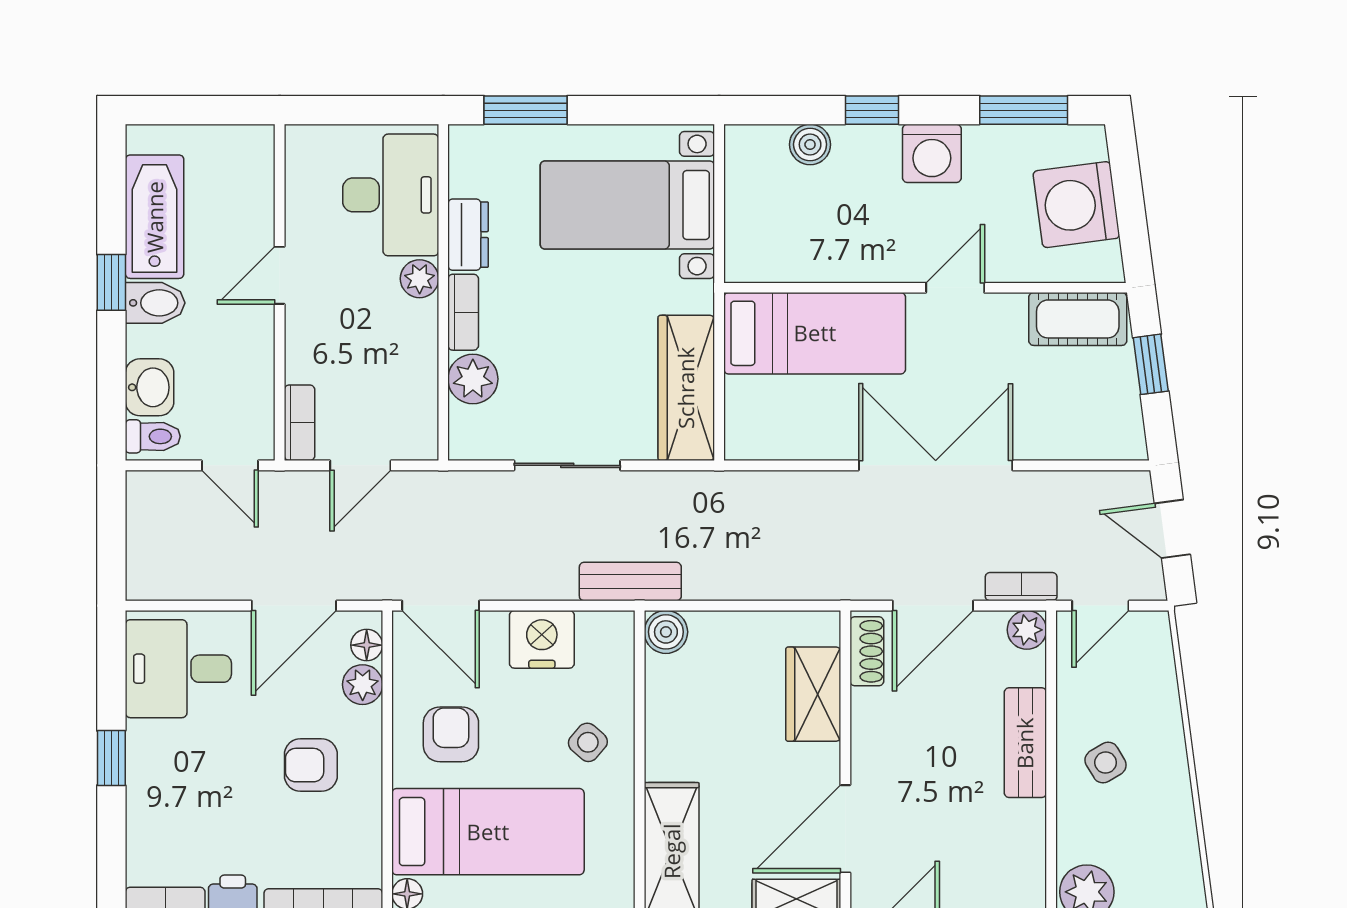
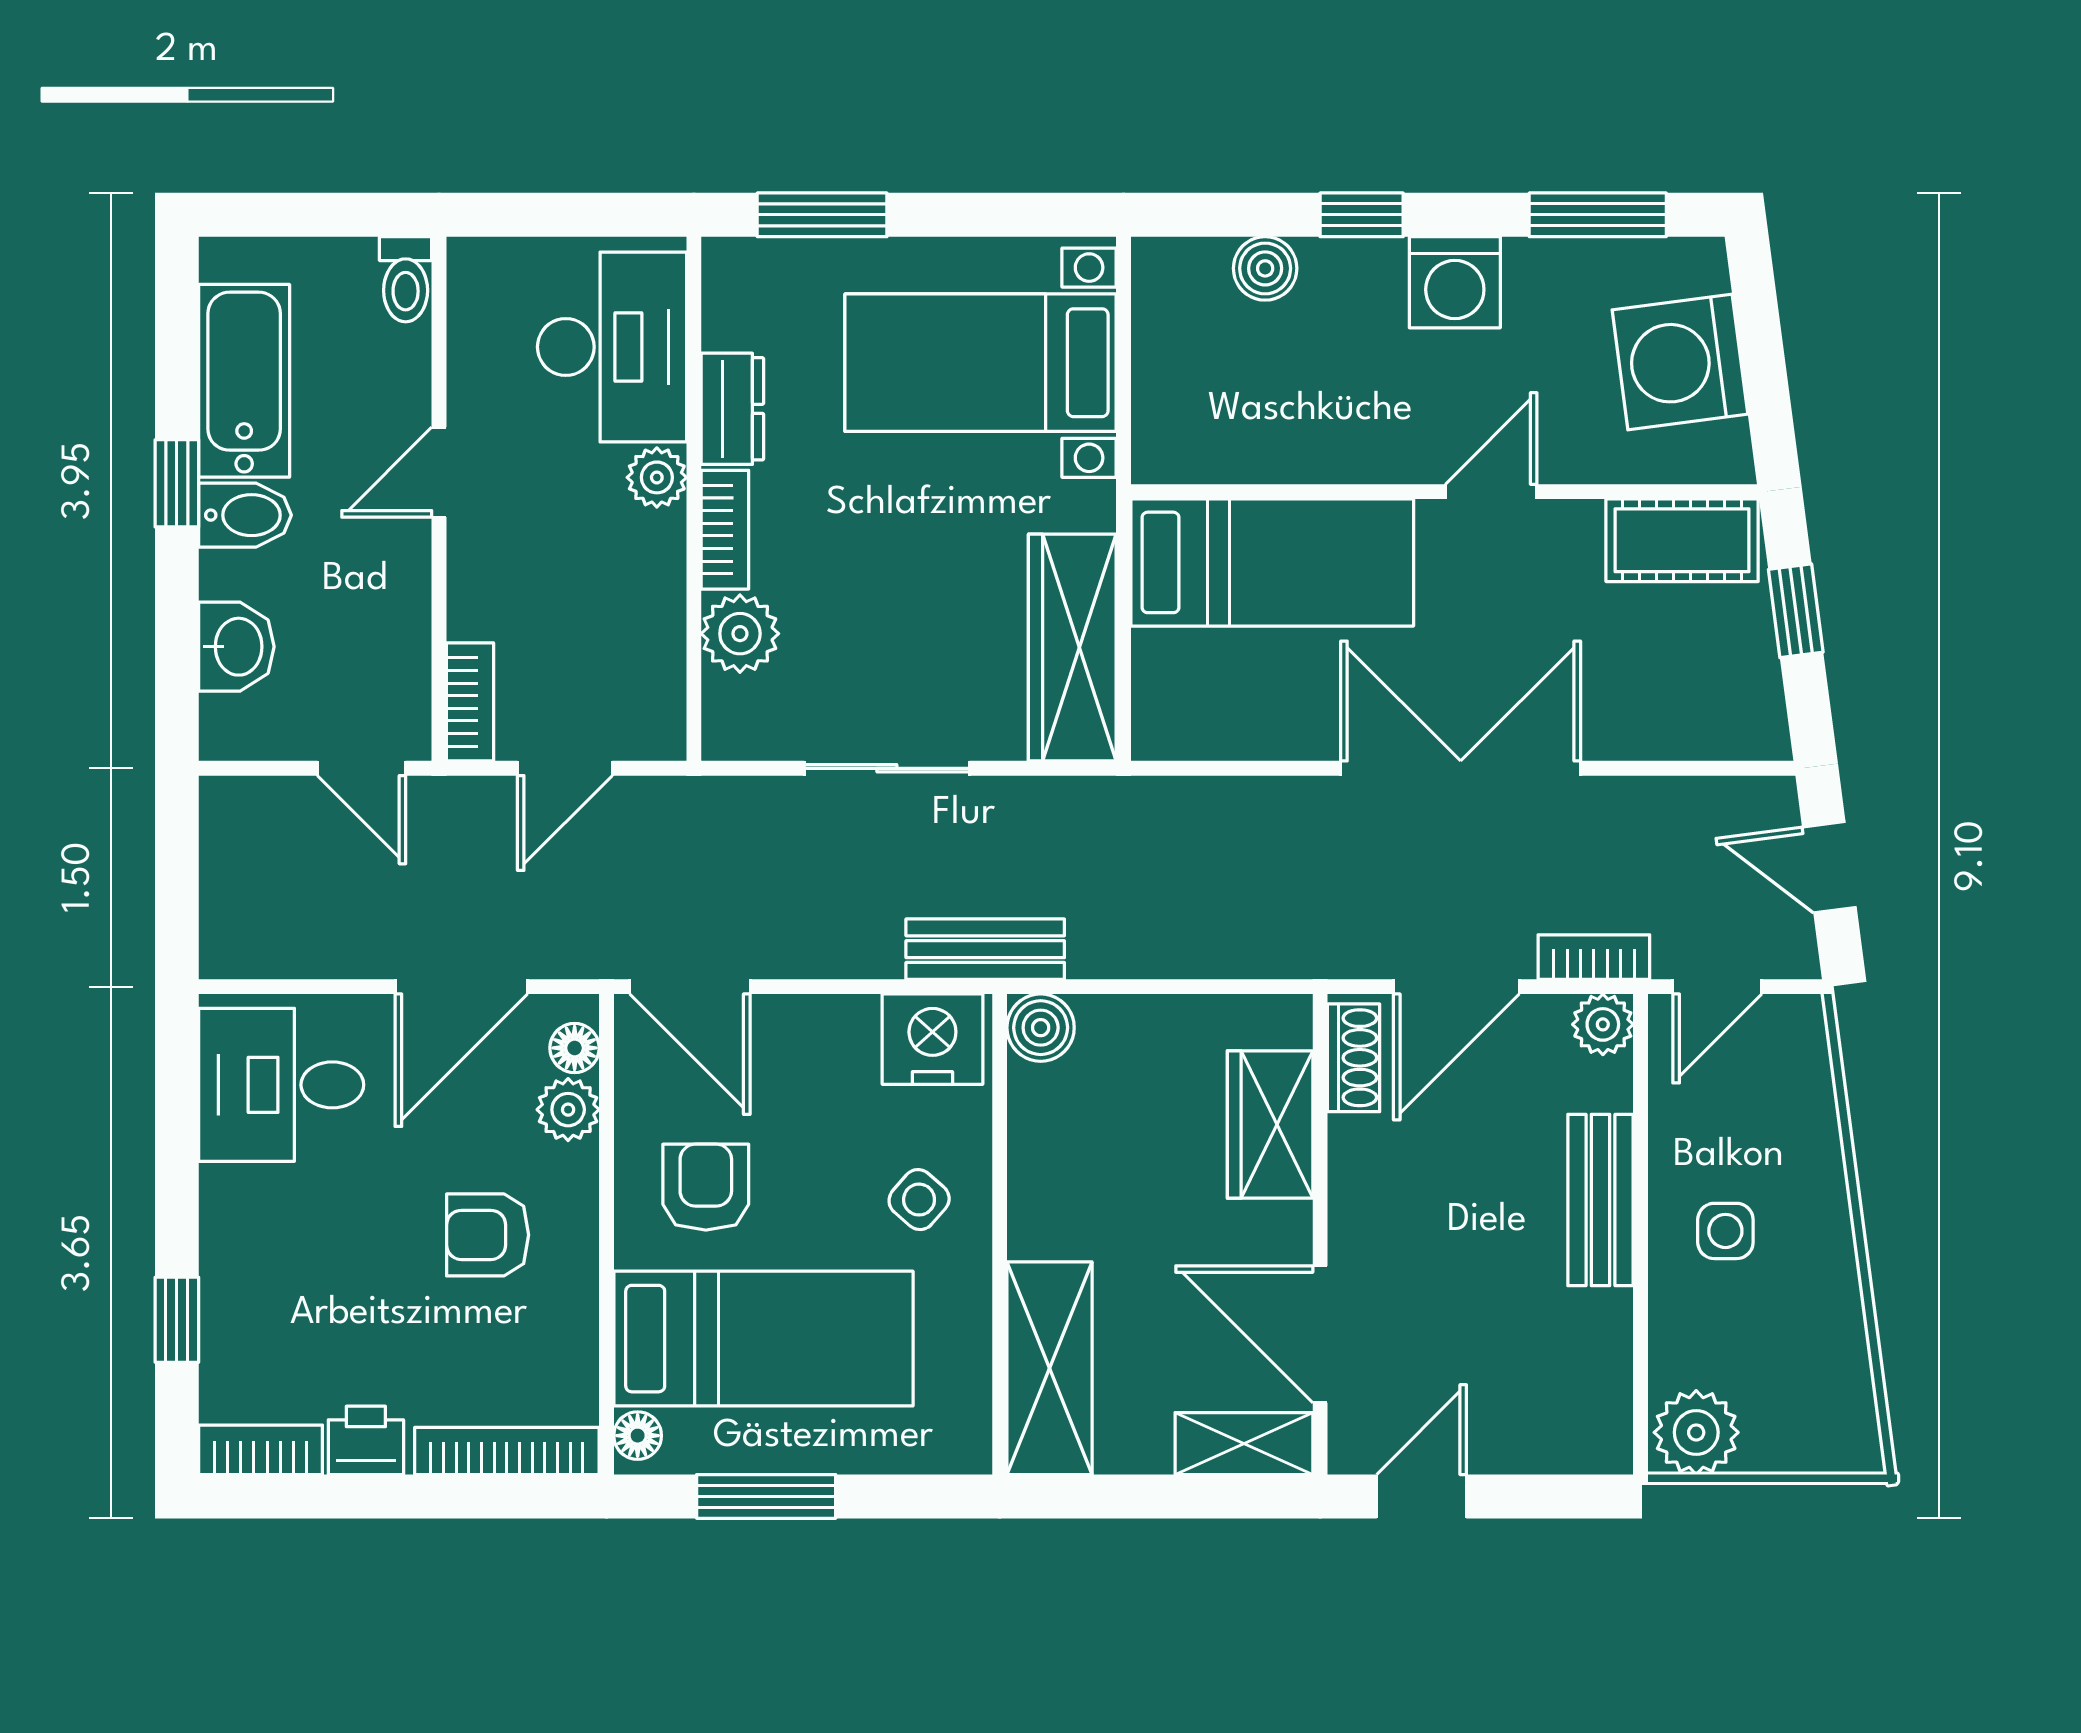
toilet: (153, 436) -> (406, 279), moved, turned 90
nightstand: (542, 639) -> (932, 1039), moved
window: (111, 758) -> (177, 1320), moved
side table: (1106, 762) -> (1725, 1231), turned 31
door: (845, 829) -> (1320, 1334), hinge flipped

